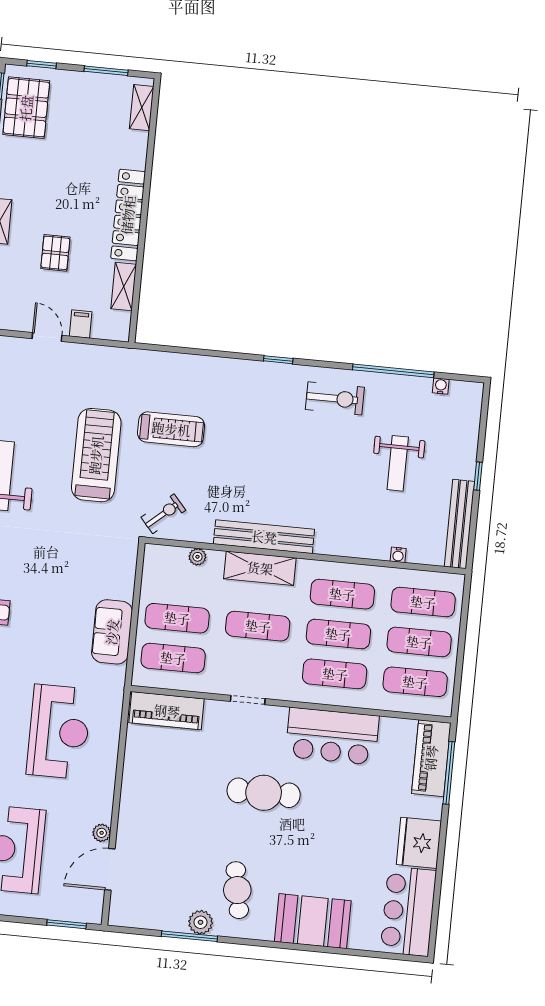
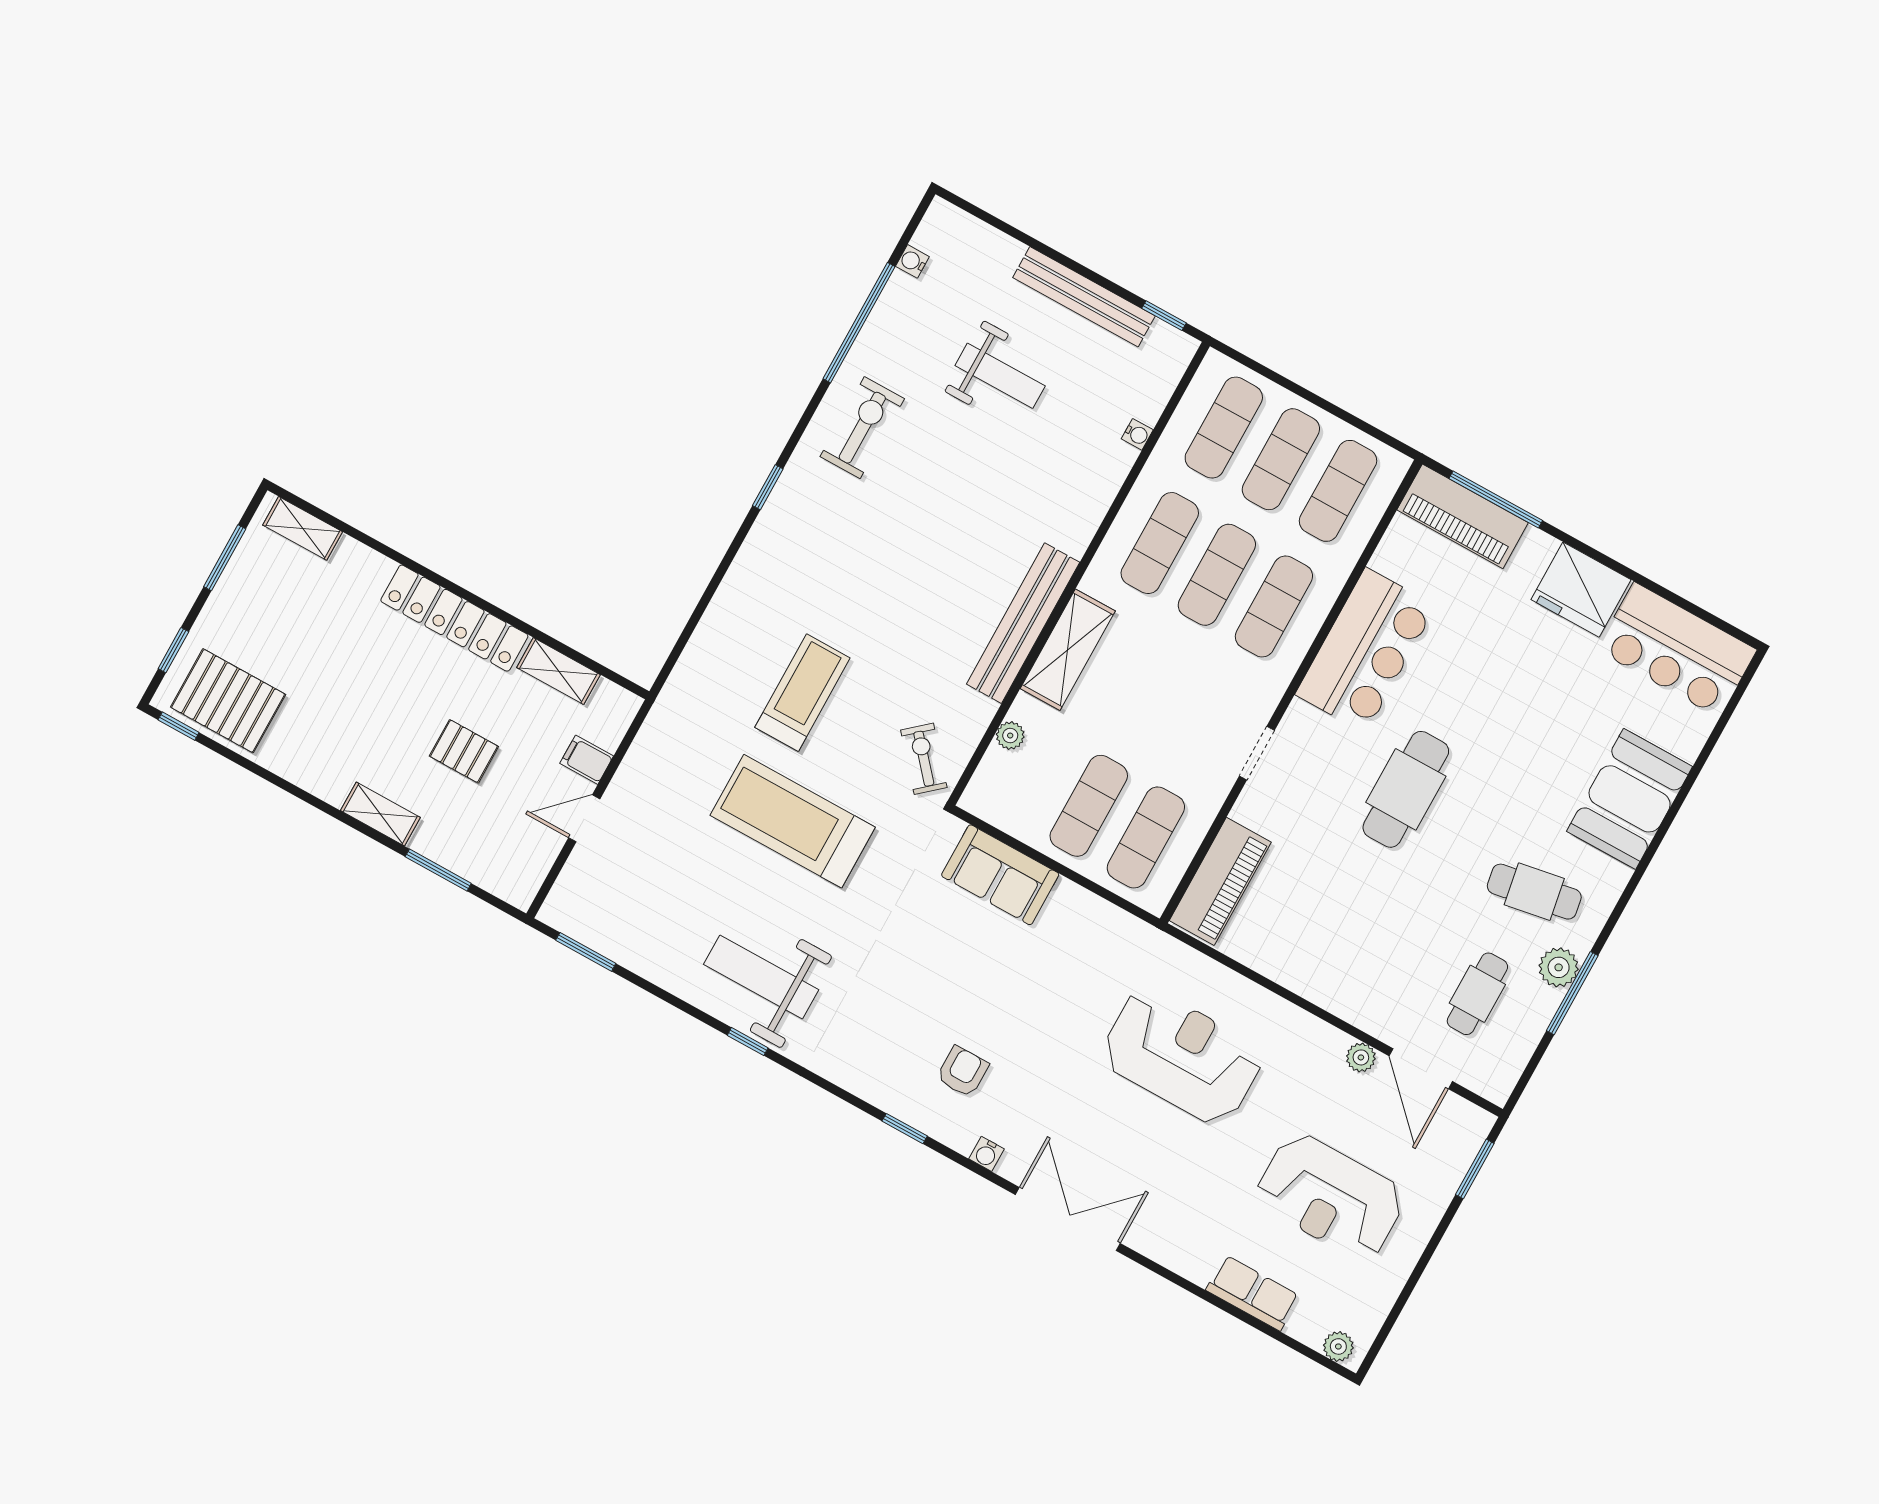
window: (478, 476) -> (1164, 316), moved
bench: (459, 524) -> (1084, 297), moved
exercise mat: (258, 626) -> (1153, 690), removed
sofa: (112, 632) -> (1000, 875), moved
cafe table: (166, 883) -> (1477, 994), added

